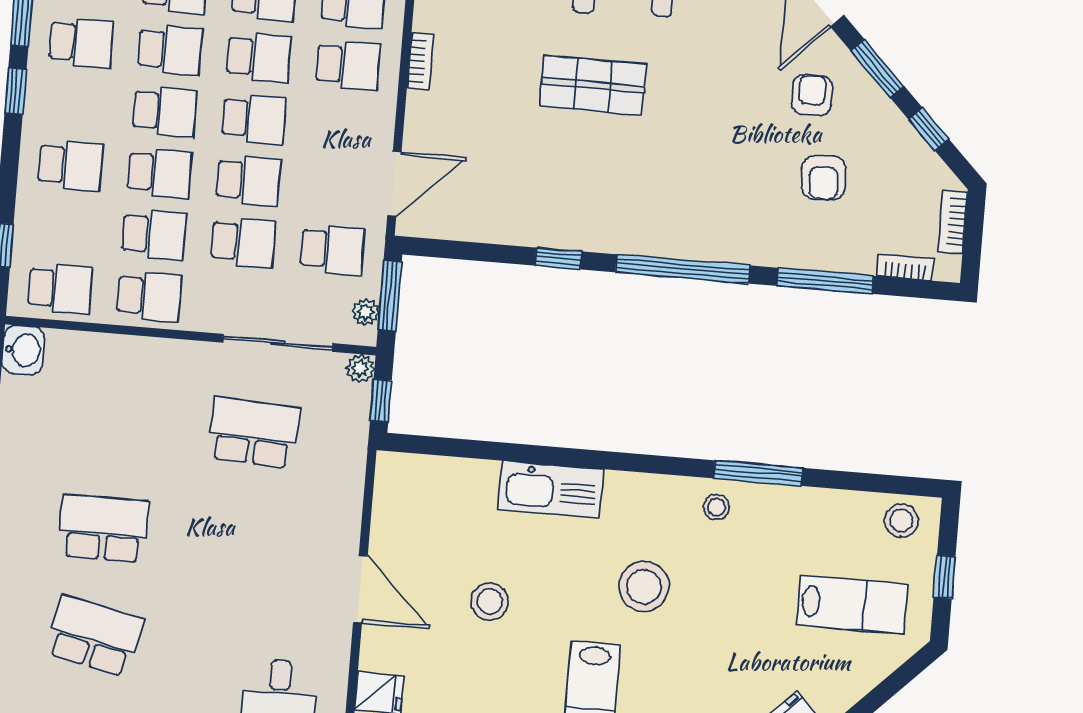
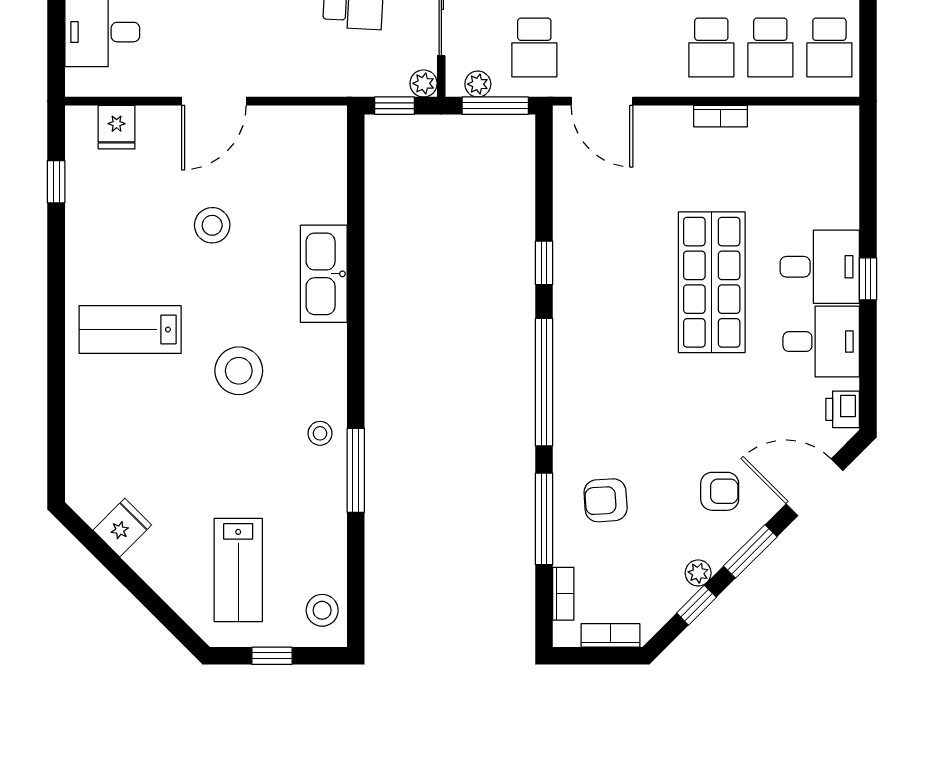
shop shelf: (593, 85) -> (712, 282), width x1.43, depth x1.36
plant: (895, 125) -> (698, 573), added
armchair: (824, 178) -> (606, 500), moved

